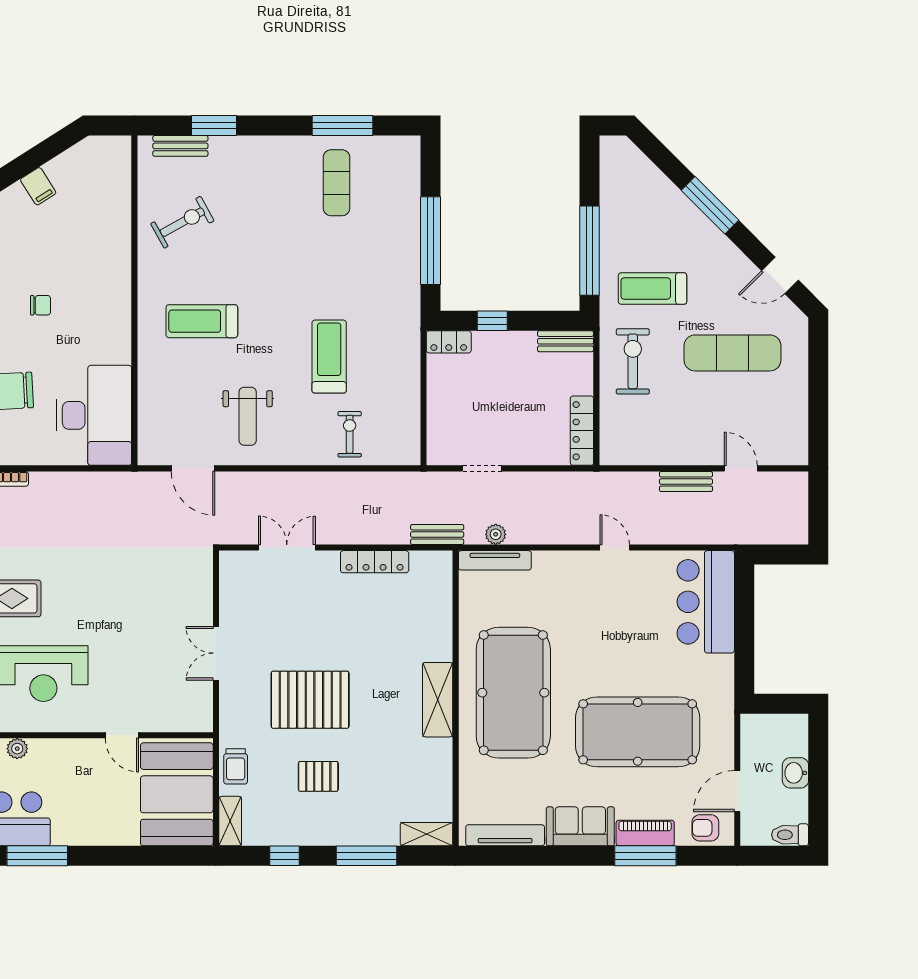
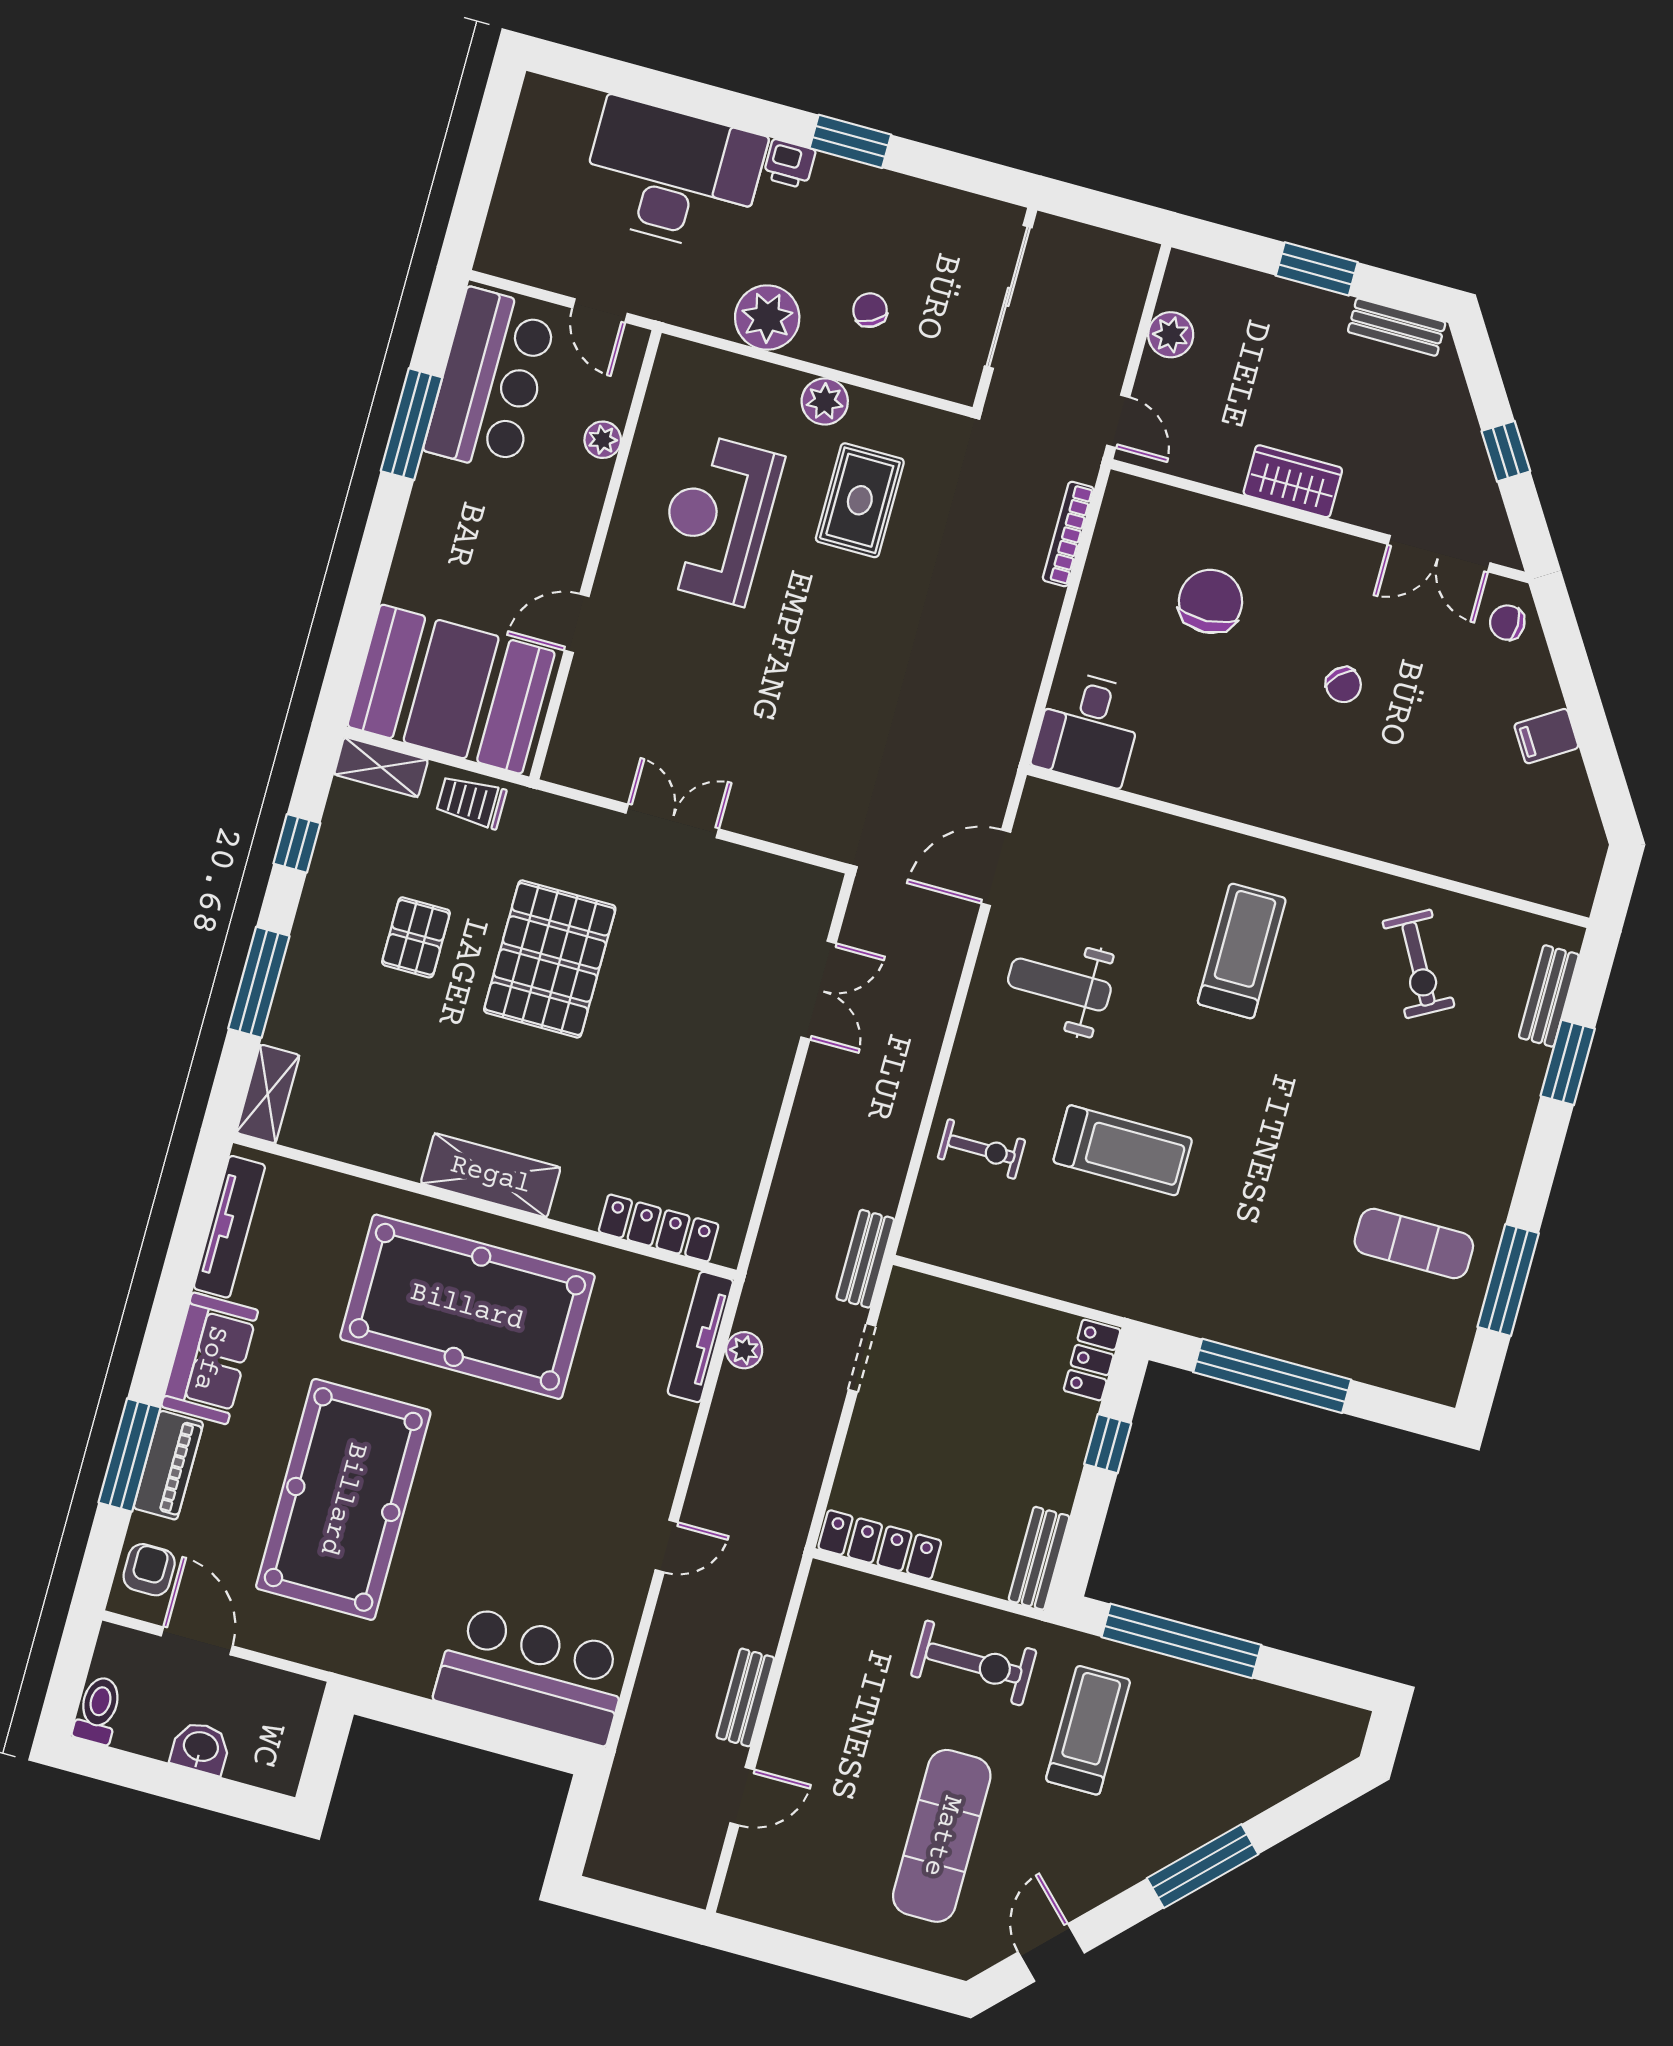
chair: (40, 305) -> (1344, 685), turned -44
desk: (94, 415) -> (1088, 728), width x0.53, depth x0.77
bench: (437, 534) -> (865, 1259), moved
locker: (375, 562) -> (659, 1228), moved, turned 90

